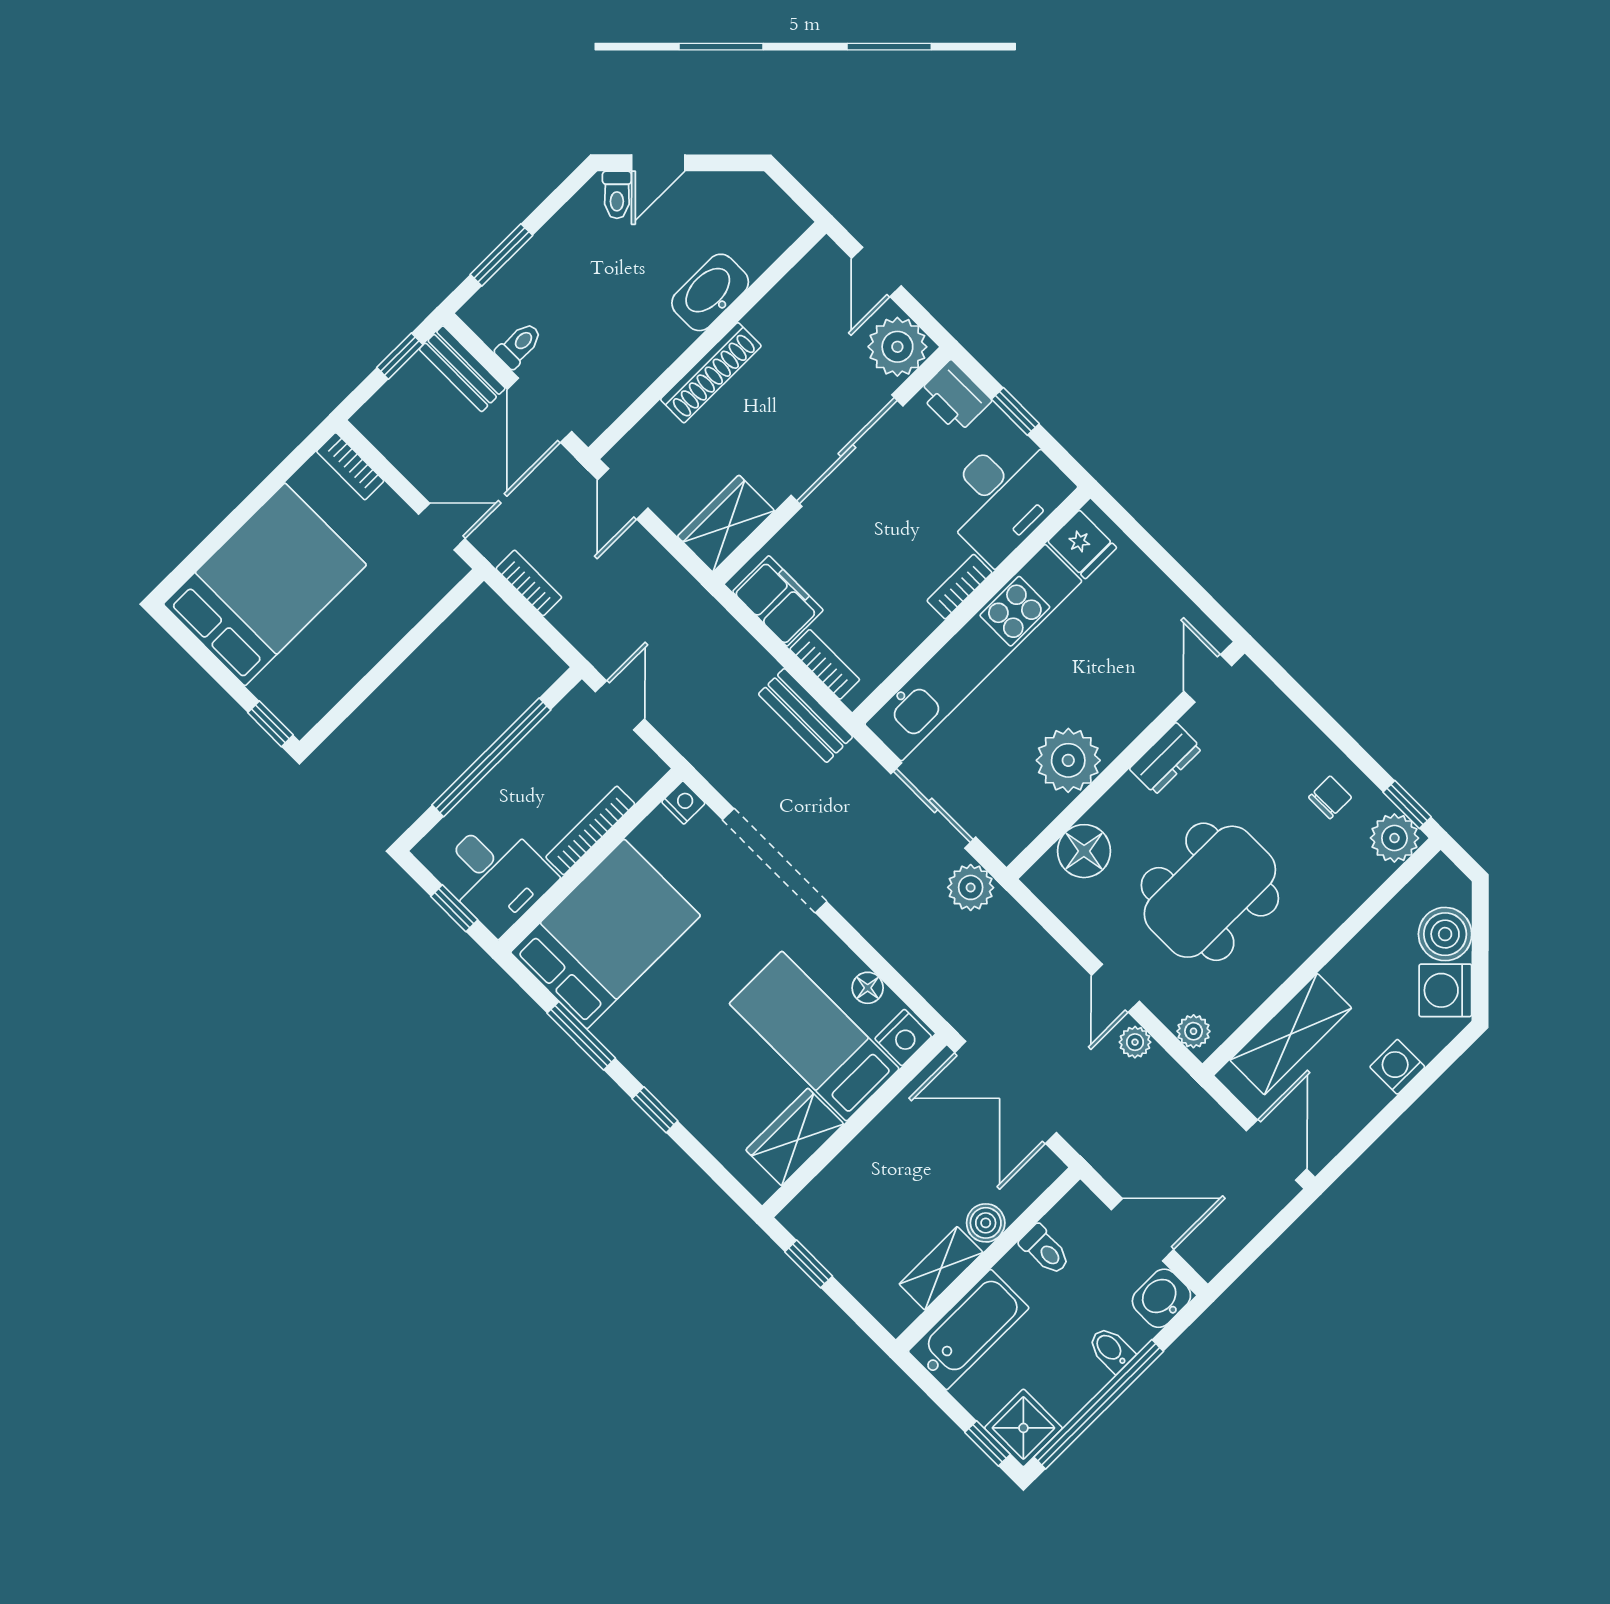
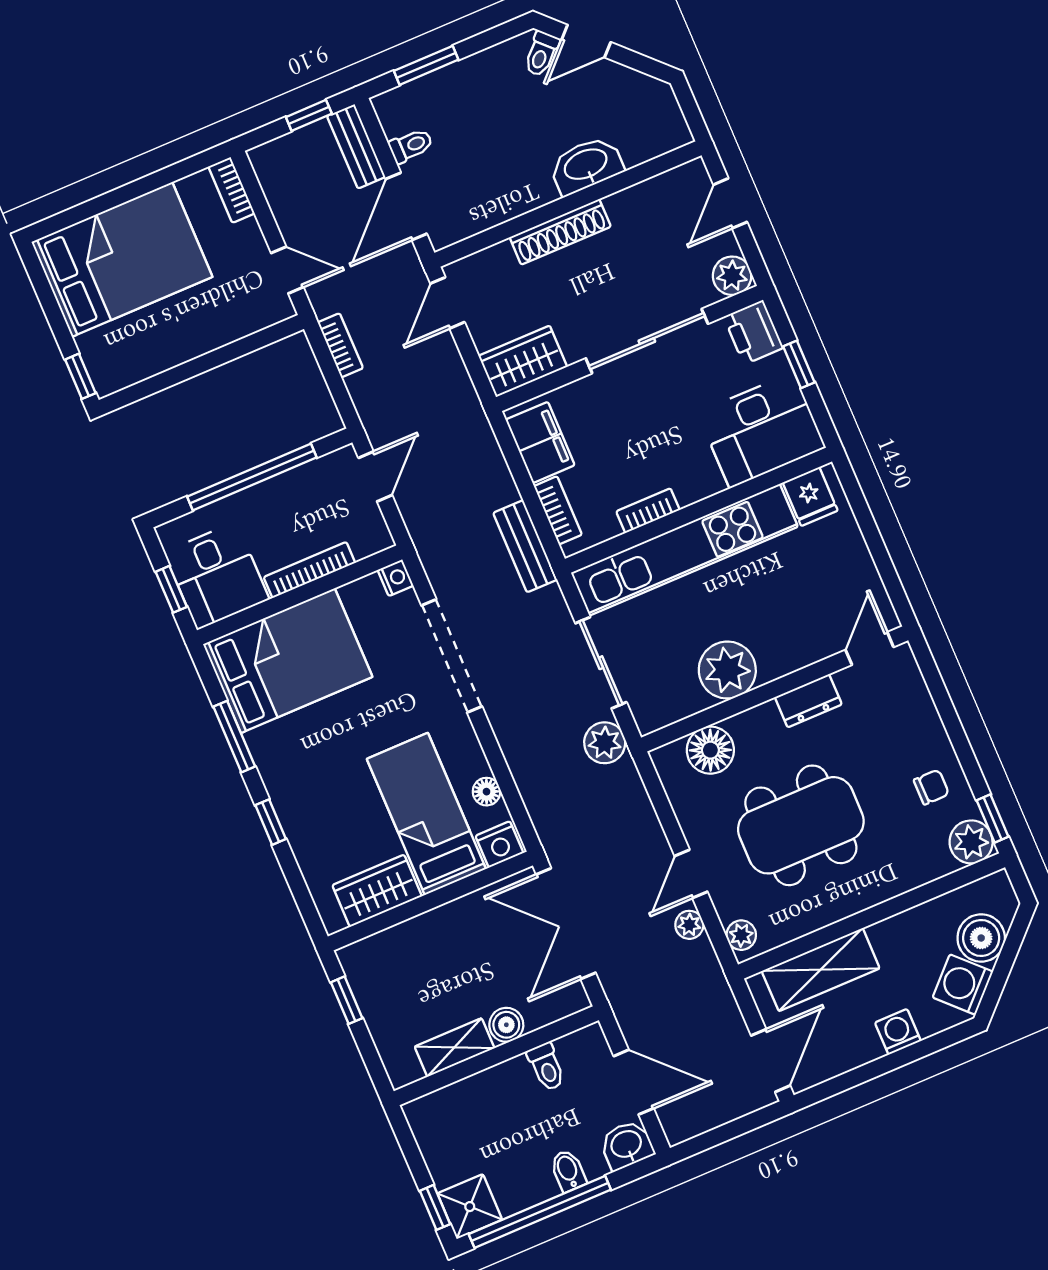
plant: (897, 347) -> (732, 276), width x0.73, depth x0.73
bookcase: (959, 587) -> (648, 511), moved
bathtub: (969, 1330) -> (457, 1107), removed

